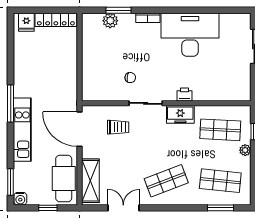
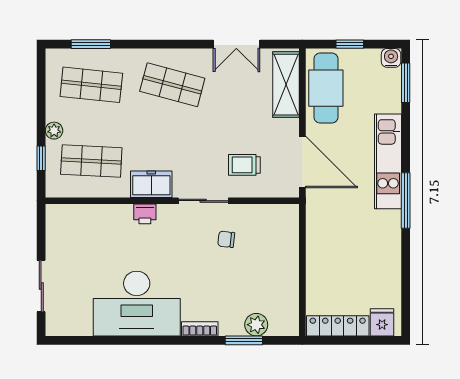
shop shelf: (166, 181) -> (172, 85), turned 36

